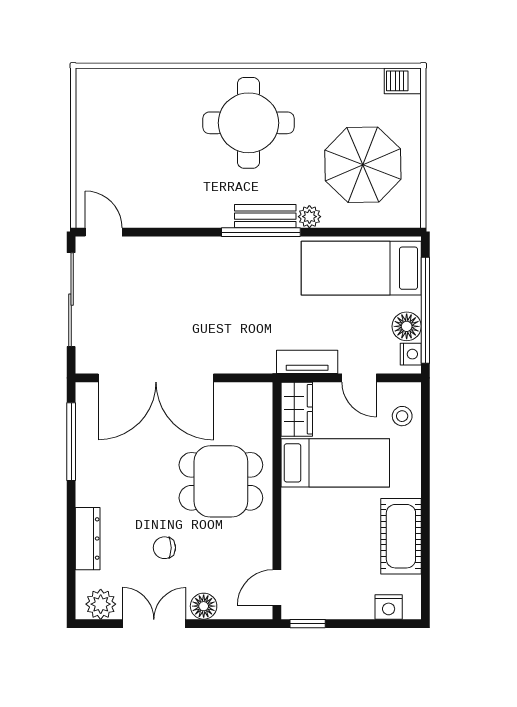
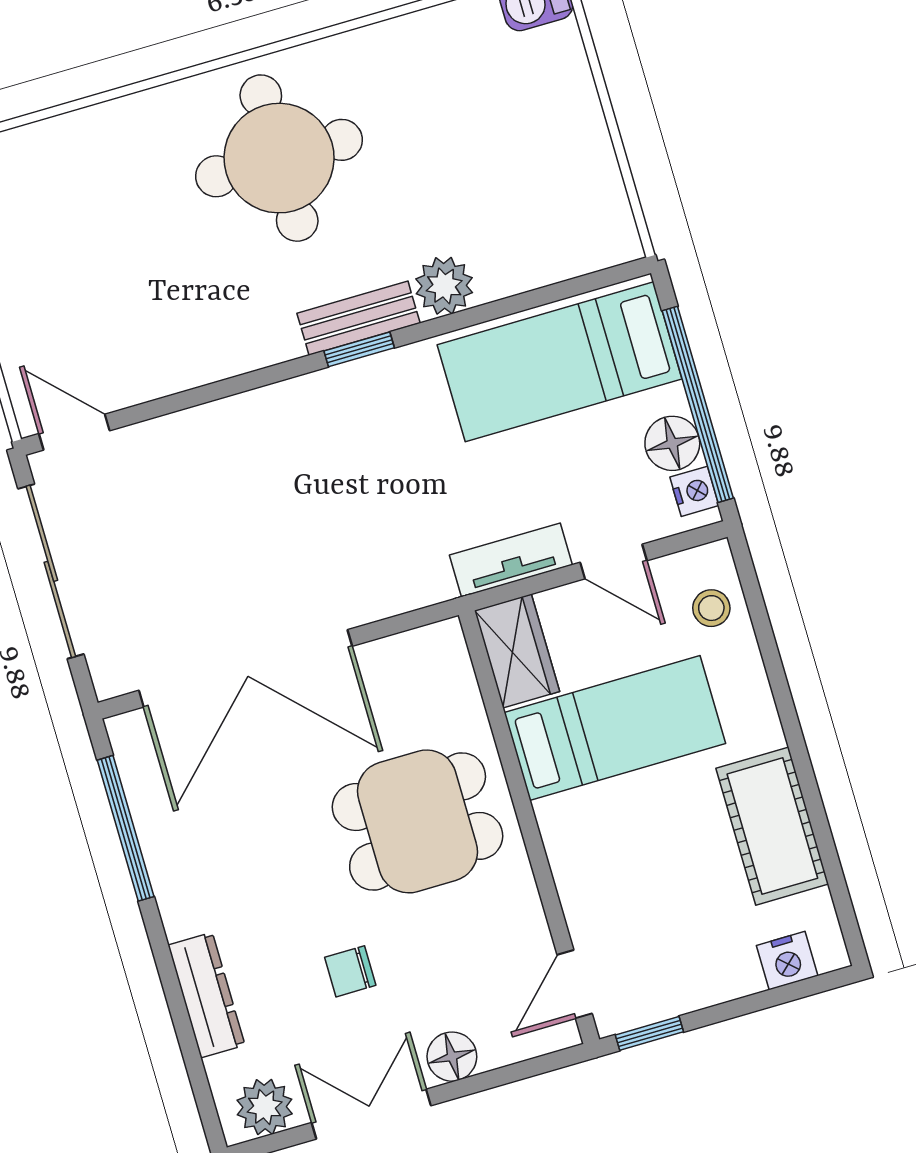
parasol: (363, 165) -> (508, 174), removed
plant: (309, 217) -> (444, 286), width x1.38, depth x1.38
window: (261, 232) -> (359, 349), width x0.46

